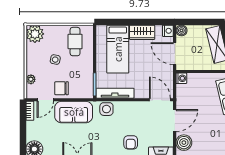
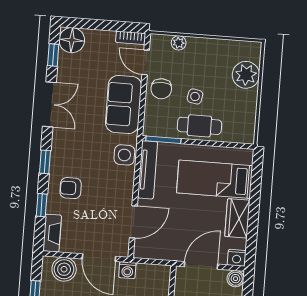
plant: (35, 34) -> (246, 75), moved
cafe table: (75, 42) -> (199, 126), moved
side table: (55, 60) -> (195, 96), moved
washing machine: (181, 78) -> (127, 270), moved
chair: (62, 88) -> (161, 89), turned 180
door: (160, 100) -> (133, 222), moved

